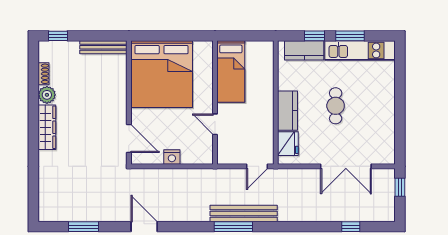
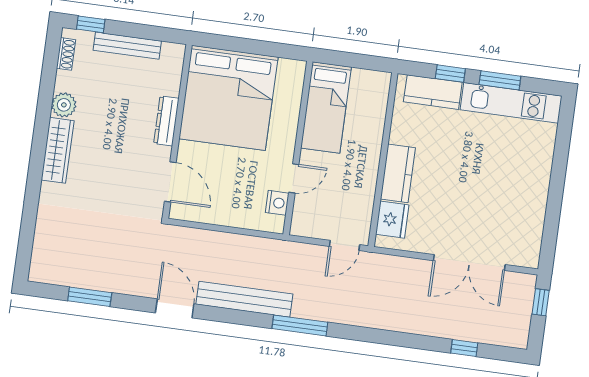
bench: (103, 47) -> (127, 46), moved
shoe rack: (44, 74) -> (66, 54), moved
dresser: (120, 96) -> (166, 121), added
cafe table: (336, 106) -> (466, 176), removed
door: (215, 124) -> (294, 178), swing flipped
nightstand: (172, 157) -> (277, 203), moved, turned -90
bench: (244, 214) -> (244, 299), moved

